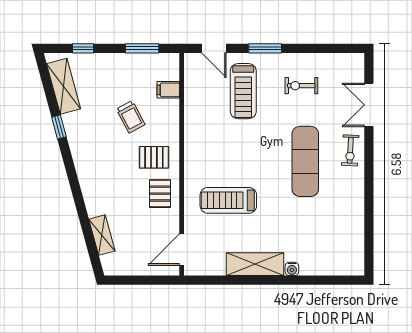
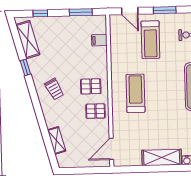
trolley: (131, 117) -> (54, 89), moved
pallet: (160, 194) -> (96, 111), turned 90
treadmill: (228, 200) -> (136, 93), moved, turned 90

